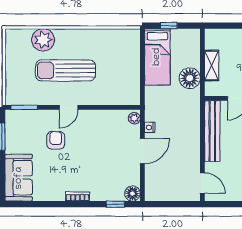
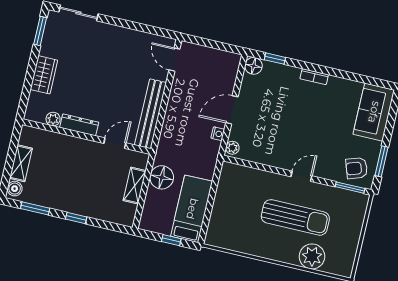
armchair: (56, 140) -> (357, 168), moved, turned 71

